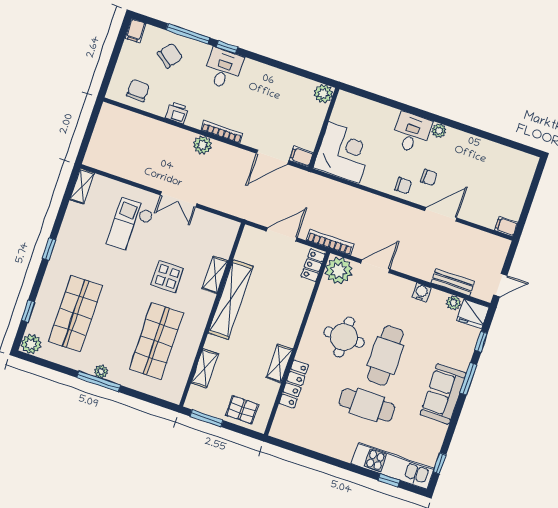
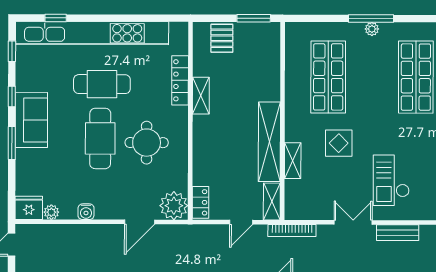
checkout: (130, 226) -> (391, 180), turned 180
door: (282, 234) -> (241, 222), width x0.73
bookcase: (330, 242) -> (292, 230), moved
bench: (453, 282) -> (398, 233), moved
window: (481, 342) -> (12, 96), moved
shelving: (205, 368) -> (272, 201), moved
pallet: (242, 410) -> (222, 38), turned 90
kitchen unit: (393, 466) -> (92, 33), width x1.86

